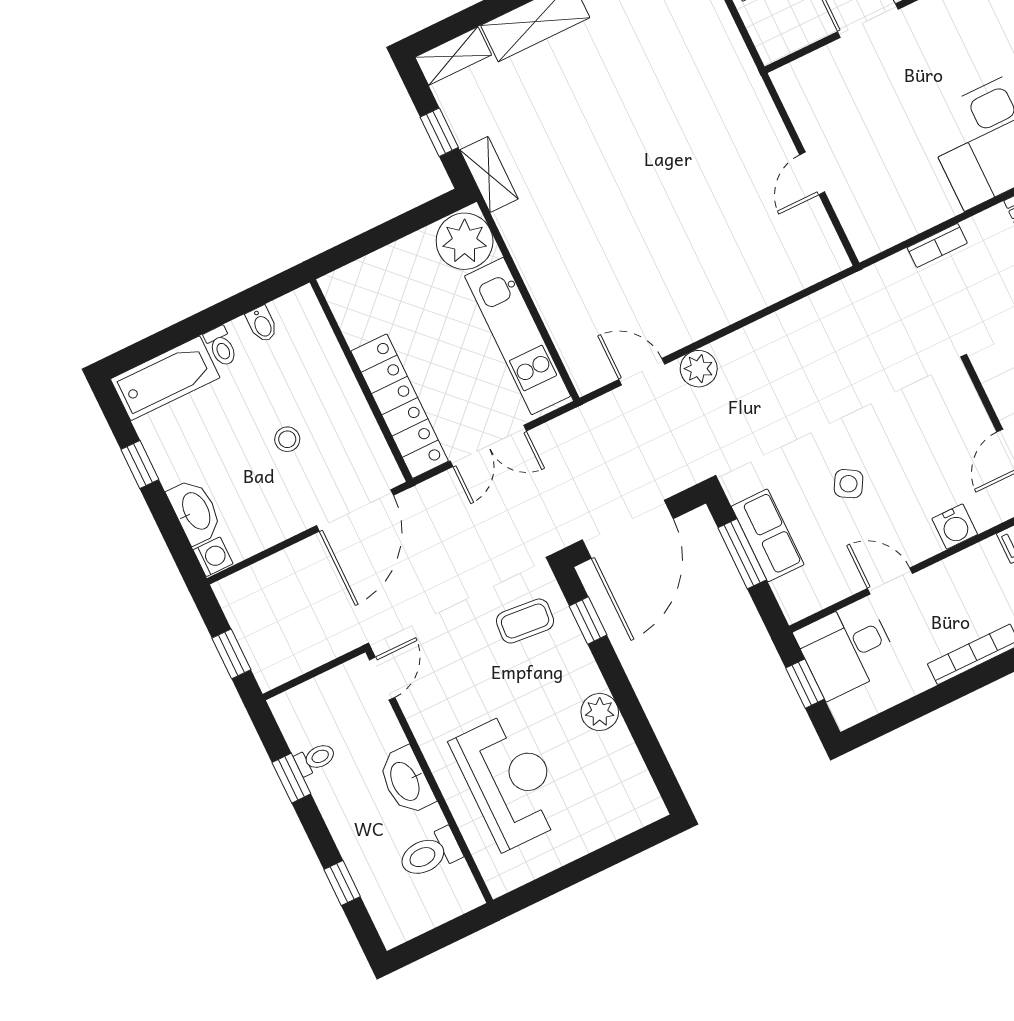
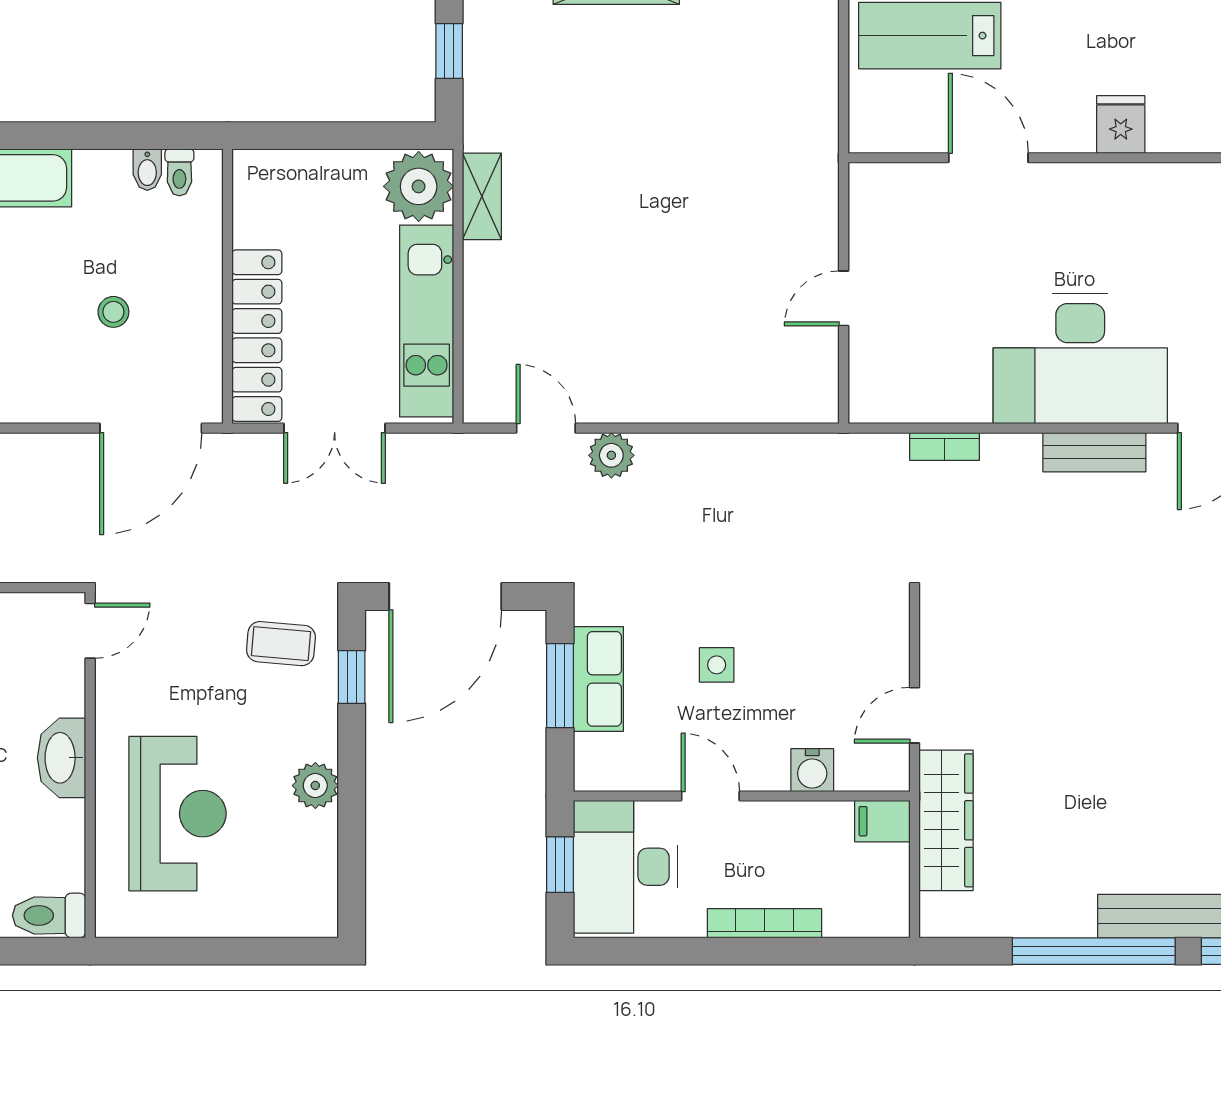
shelving: (489, 174) -> (482, 196), moved
toilet: (221, 346) -> (179, 172), moved
side table: (849, 484) -> (717, 665), turned -30
desk: (847, 649) -> (625, 867), width x1.37
toilet: (430, 853) -> (49, 915), moved

